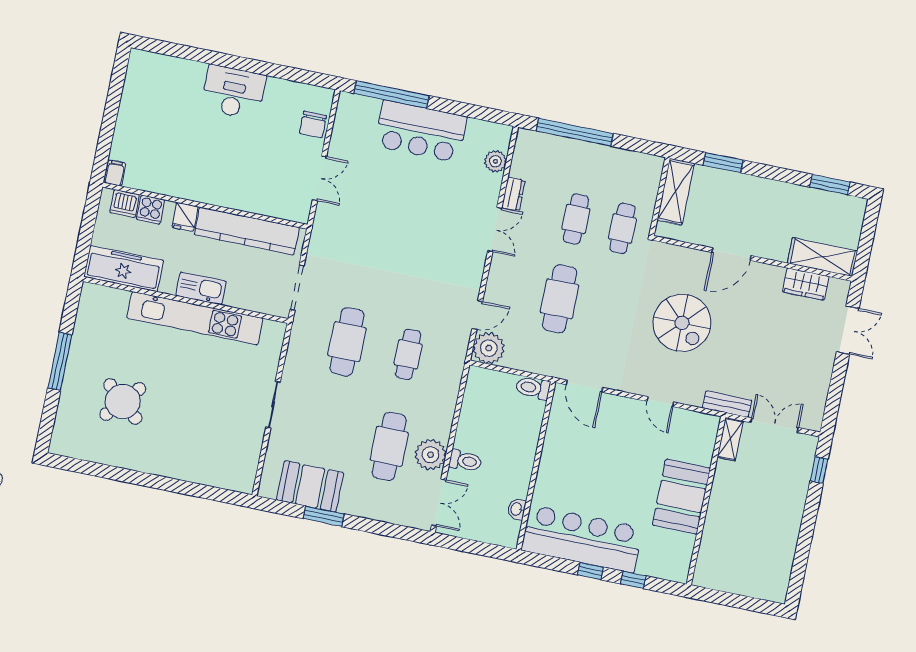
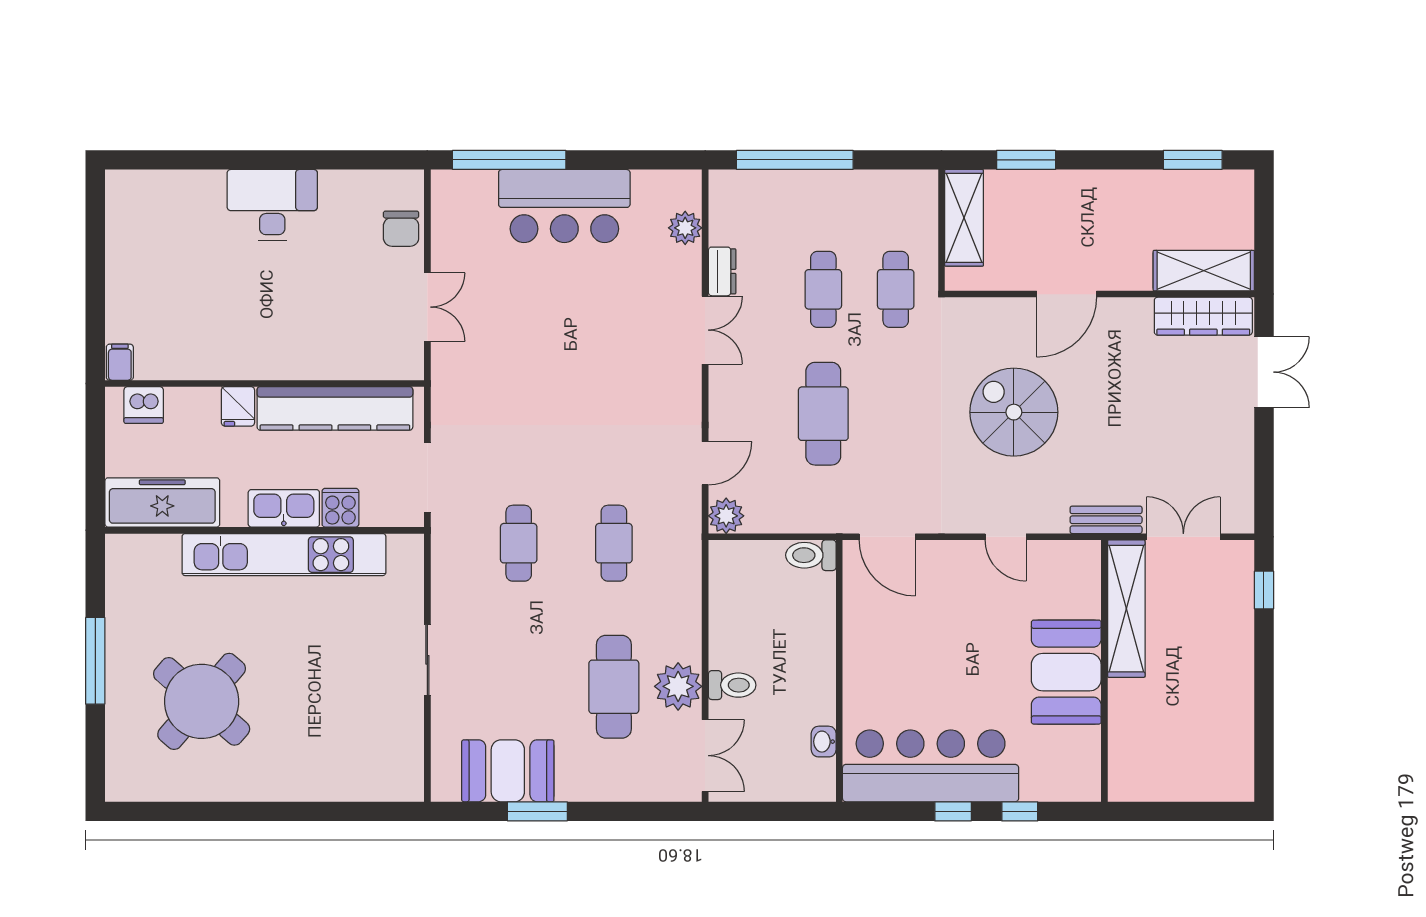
cooker: (151, 210) -> (340, 508), moved, turned 180
wardrobe: (806, 284) -> (1203, 316), width x1.50
spiral stairs: (682, 323) -> (1014, 412), turned 180
cafe table: (347, 342) -> (519, 543), width x0.73, depth x0.74
plant: (489, 348) -> (726, 516), width x0.73, depth x0.73
round table: (123, 401) -> (202, 701), width x1.36, depth x1.36
shelving: (730, 439) -> (1126, 609), width x2.20, depth x1.33

